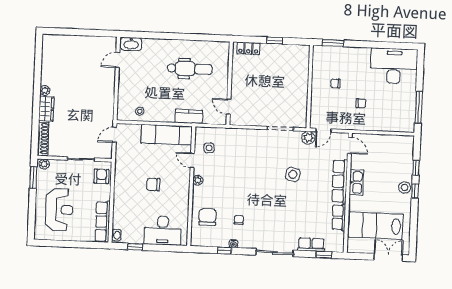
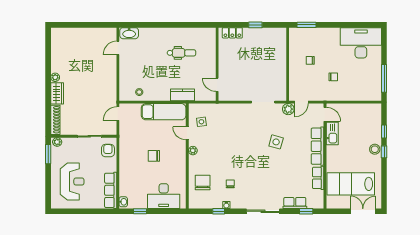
dental chair: (190, 69) -> (181, 53), width x0.73, depth x0.72
kitchen sink: (356, 182) -> (332, 134), moved

